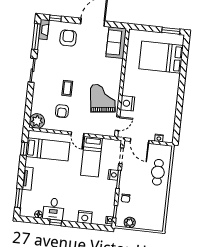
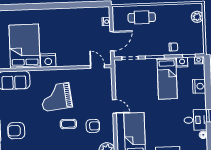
bed: (161, 57) -> (25, 46), moved, turned 180
grand piano: (103, 98) -> (56, 97), moved
nightstand: (127, 103) -> (48, 60), moved
door: (78, 134) -> (114, 106), hinge flipped
bed: (92, 157) -> (167, 78), moved, turned 90
nightstand: (113, 175) -> (182, 62), moved
plant: (130, 223) -> (197, 17), moved

